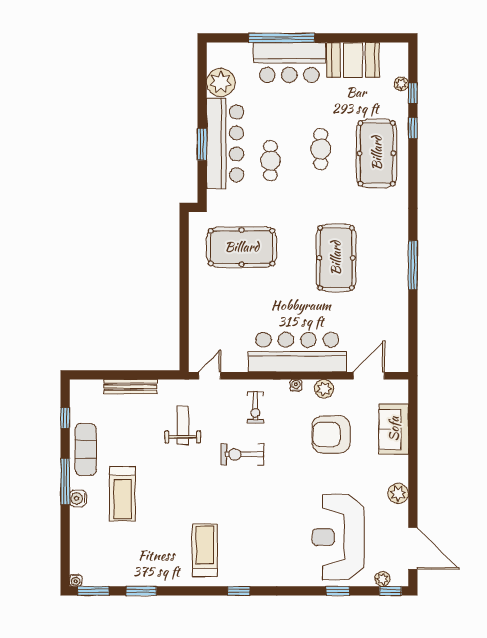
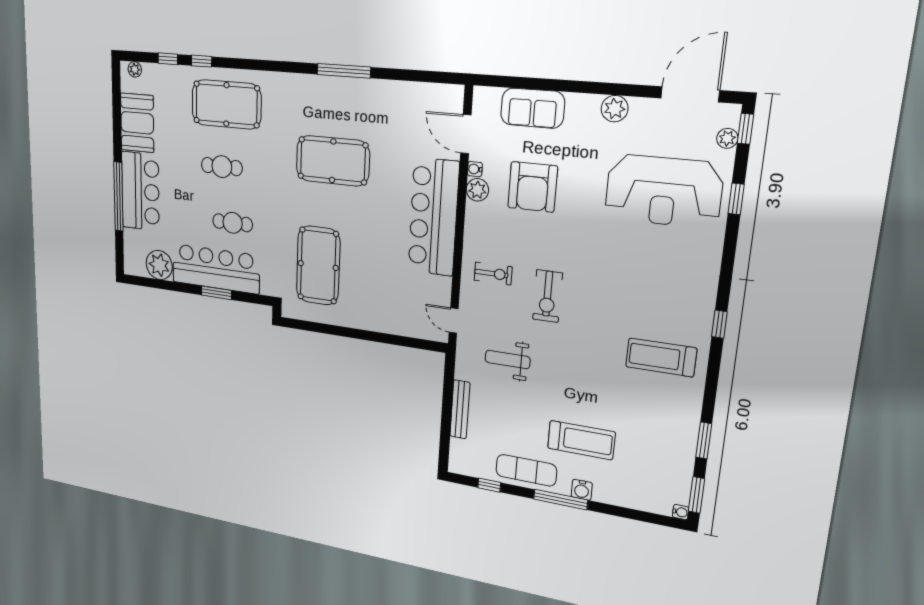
plant: (401, 84) -> (135, 69), moved
water cooler: (296, 385) -> (475, 169), moved

